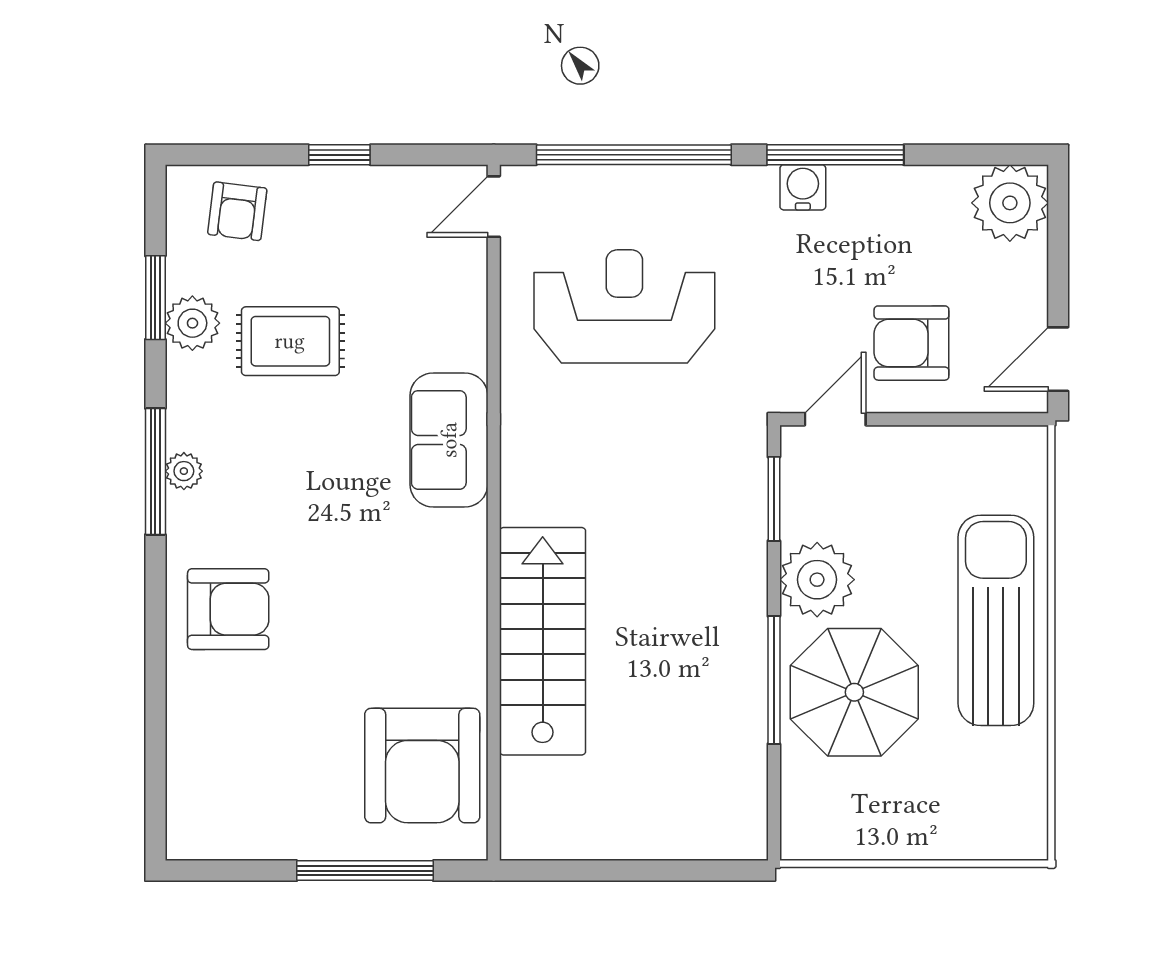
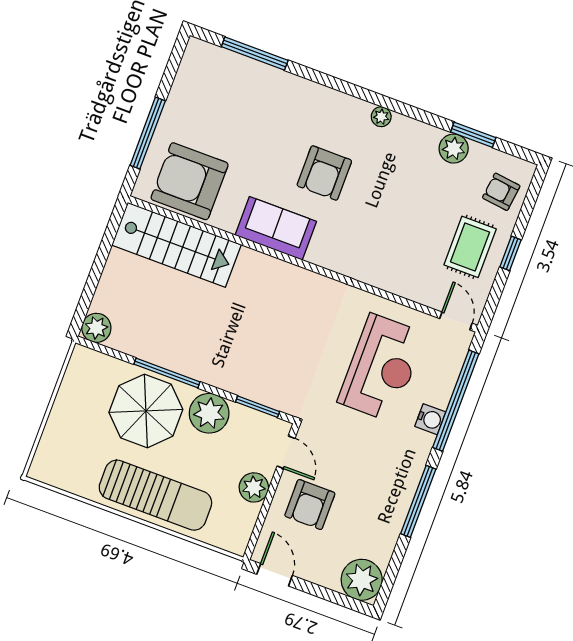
water cooler: (803, 187) -> (430, 419), moved
rug: (290, 341) -> (470, 247), moved
armchair: (911, 343) -> (310, 505), turned 180
sofa: (449, 440) -> (276, 228), moved
plant: (918, 453) -> (254, 487), added
window: (155, 471) -> (255, 53), moved
armchair: (228, 609) -> (324, 173), moved
stairs: (543, 641) -> (177, 245), moved
plant: (741, 833) -> (96, 328), added

